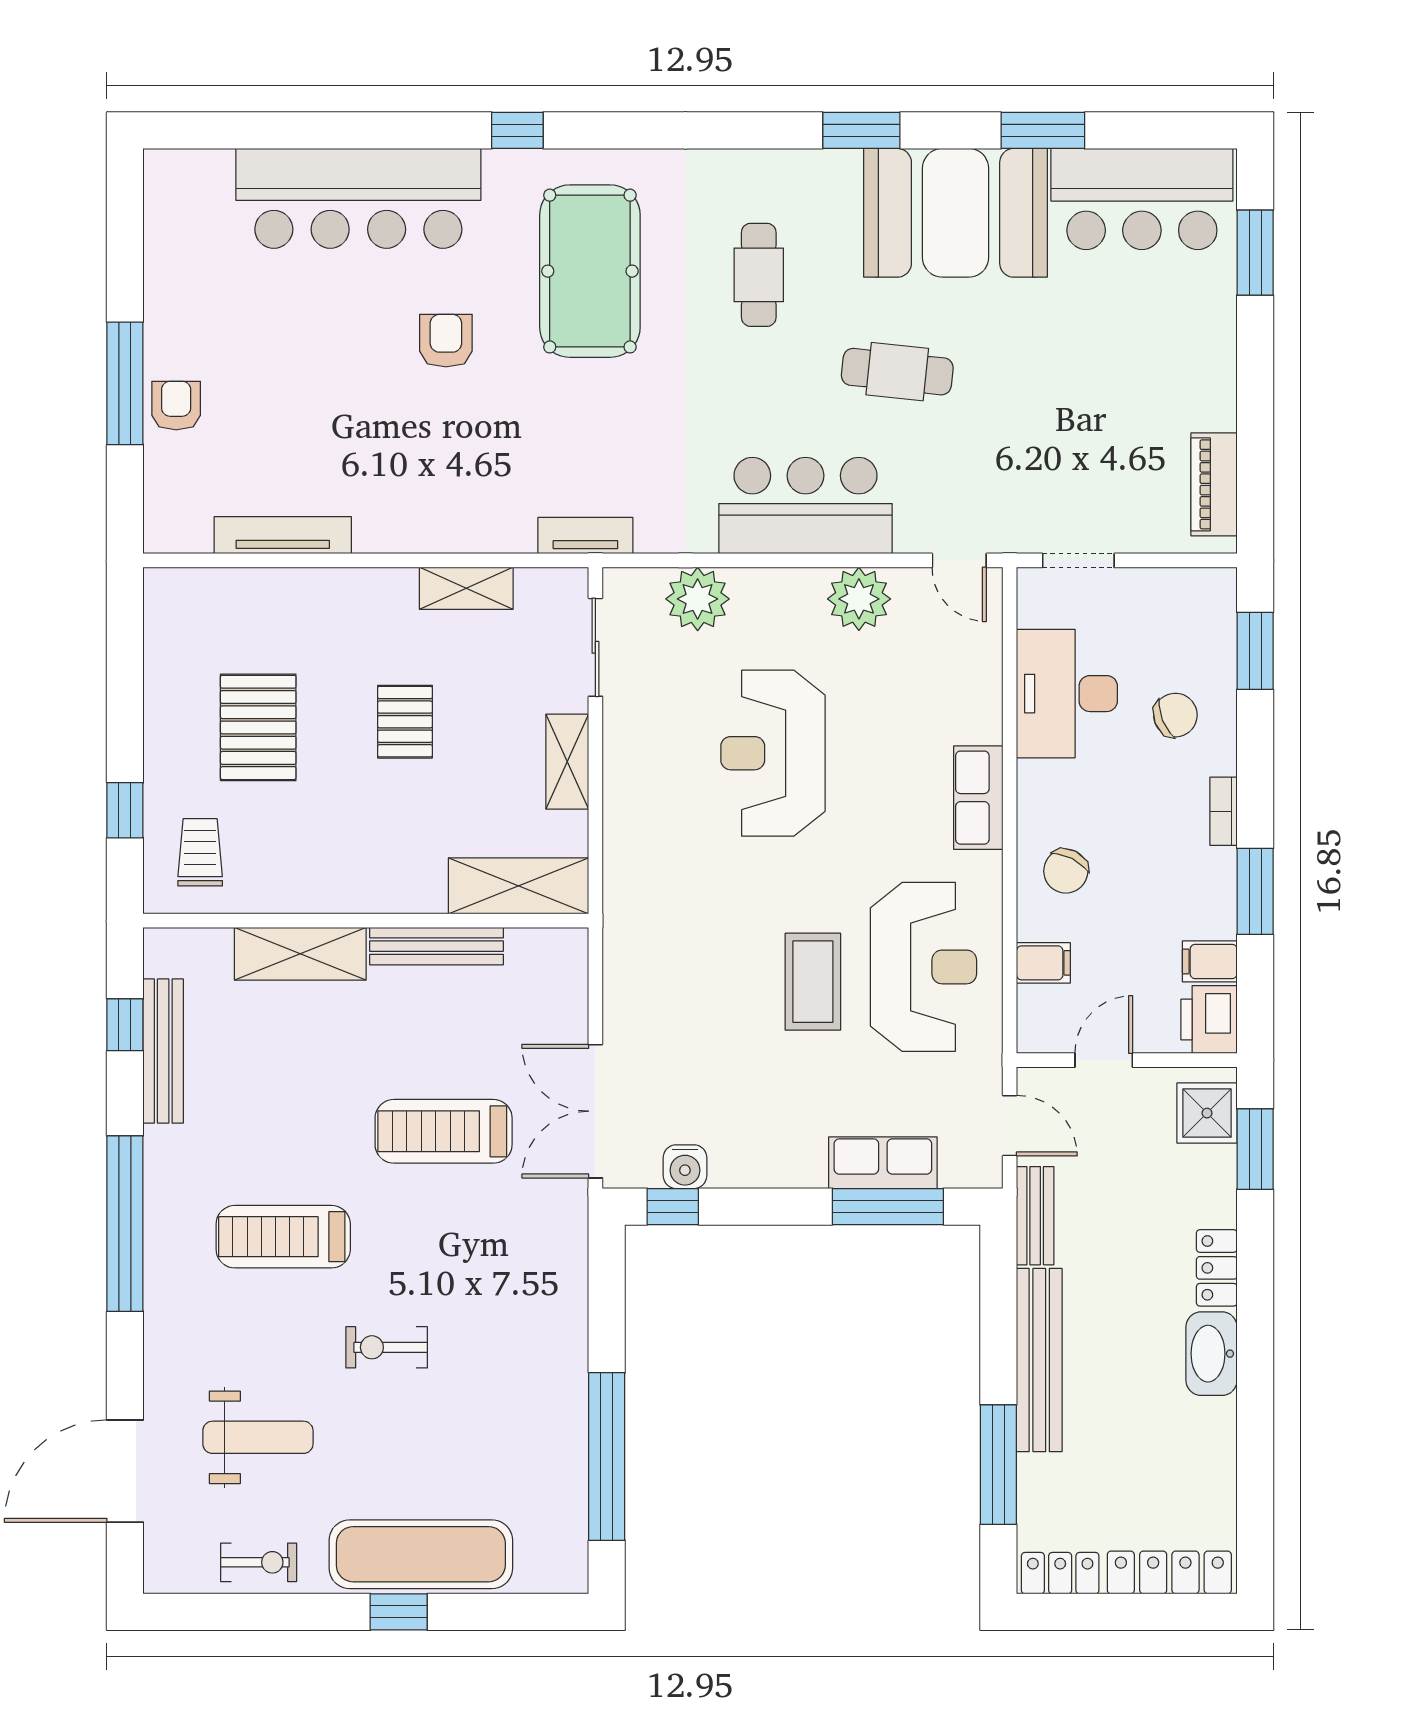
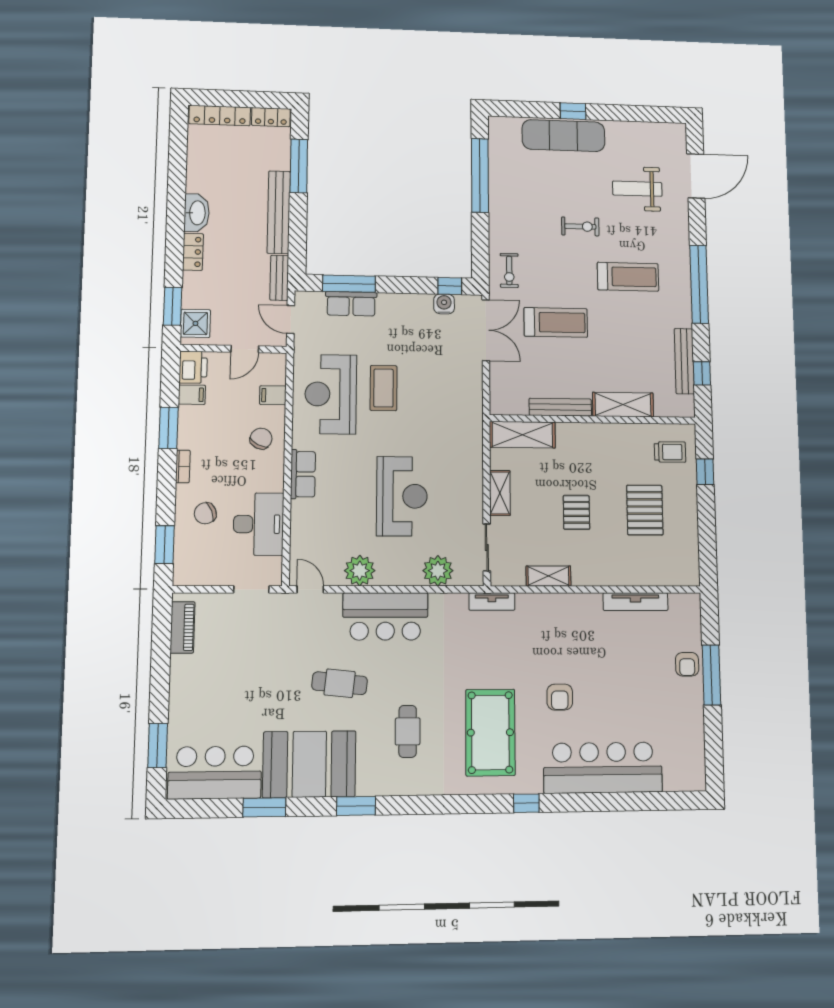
trolley: (200, 852) -> (670, 452), turned -90
exercise bike: (259, 1562) -> (509, 270), moved, turned -90

